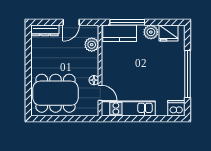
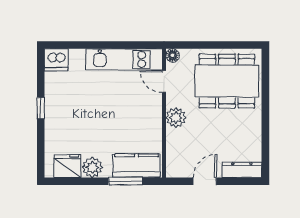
window: (127, 22) -> (126, 181), width x0.69
plant: (92, 45) -> (176, 118), moved
window: (187, 74) -> (41, 108), width x0.32
floor lamp: (94, 80) -> (173, 55), moved

